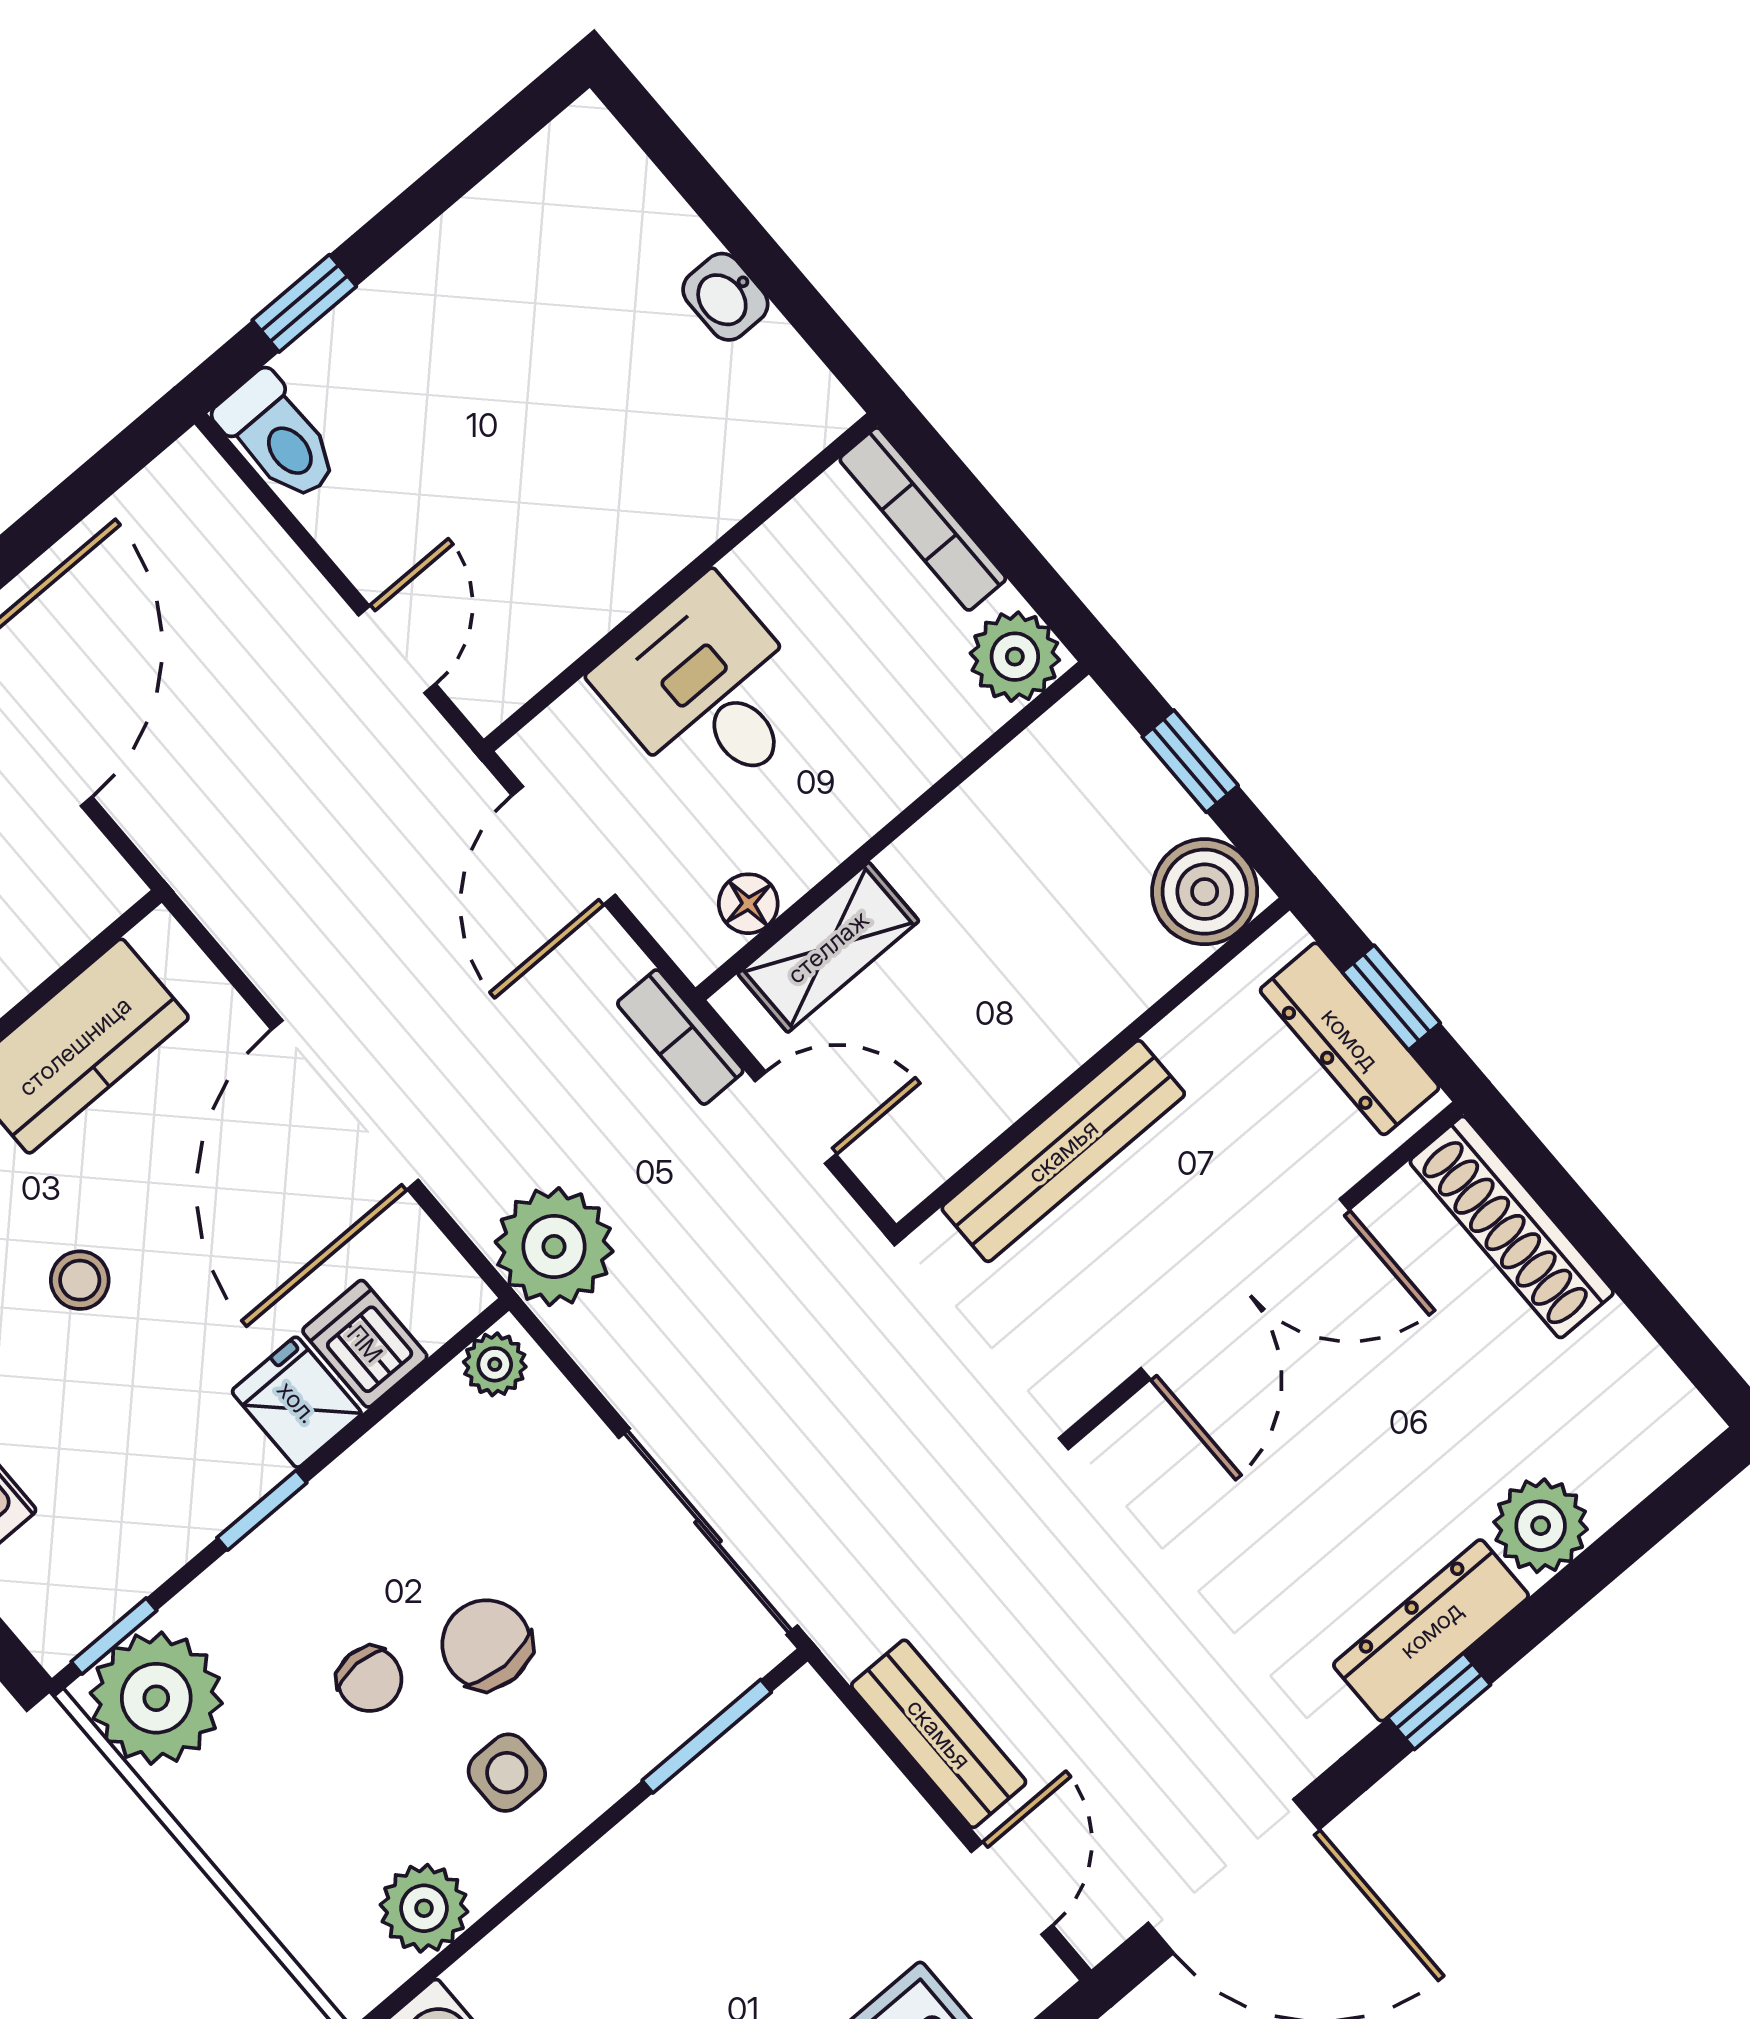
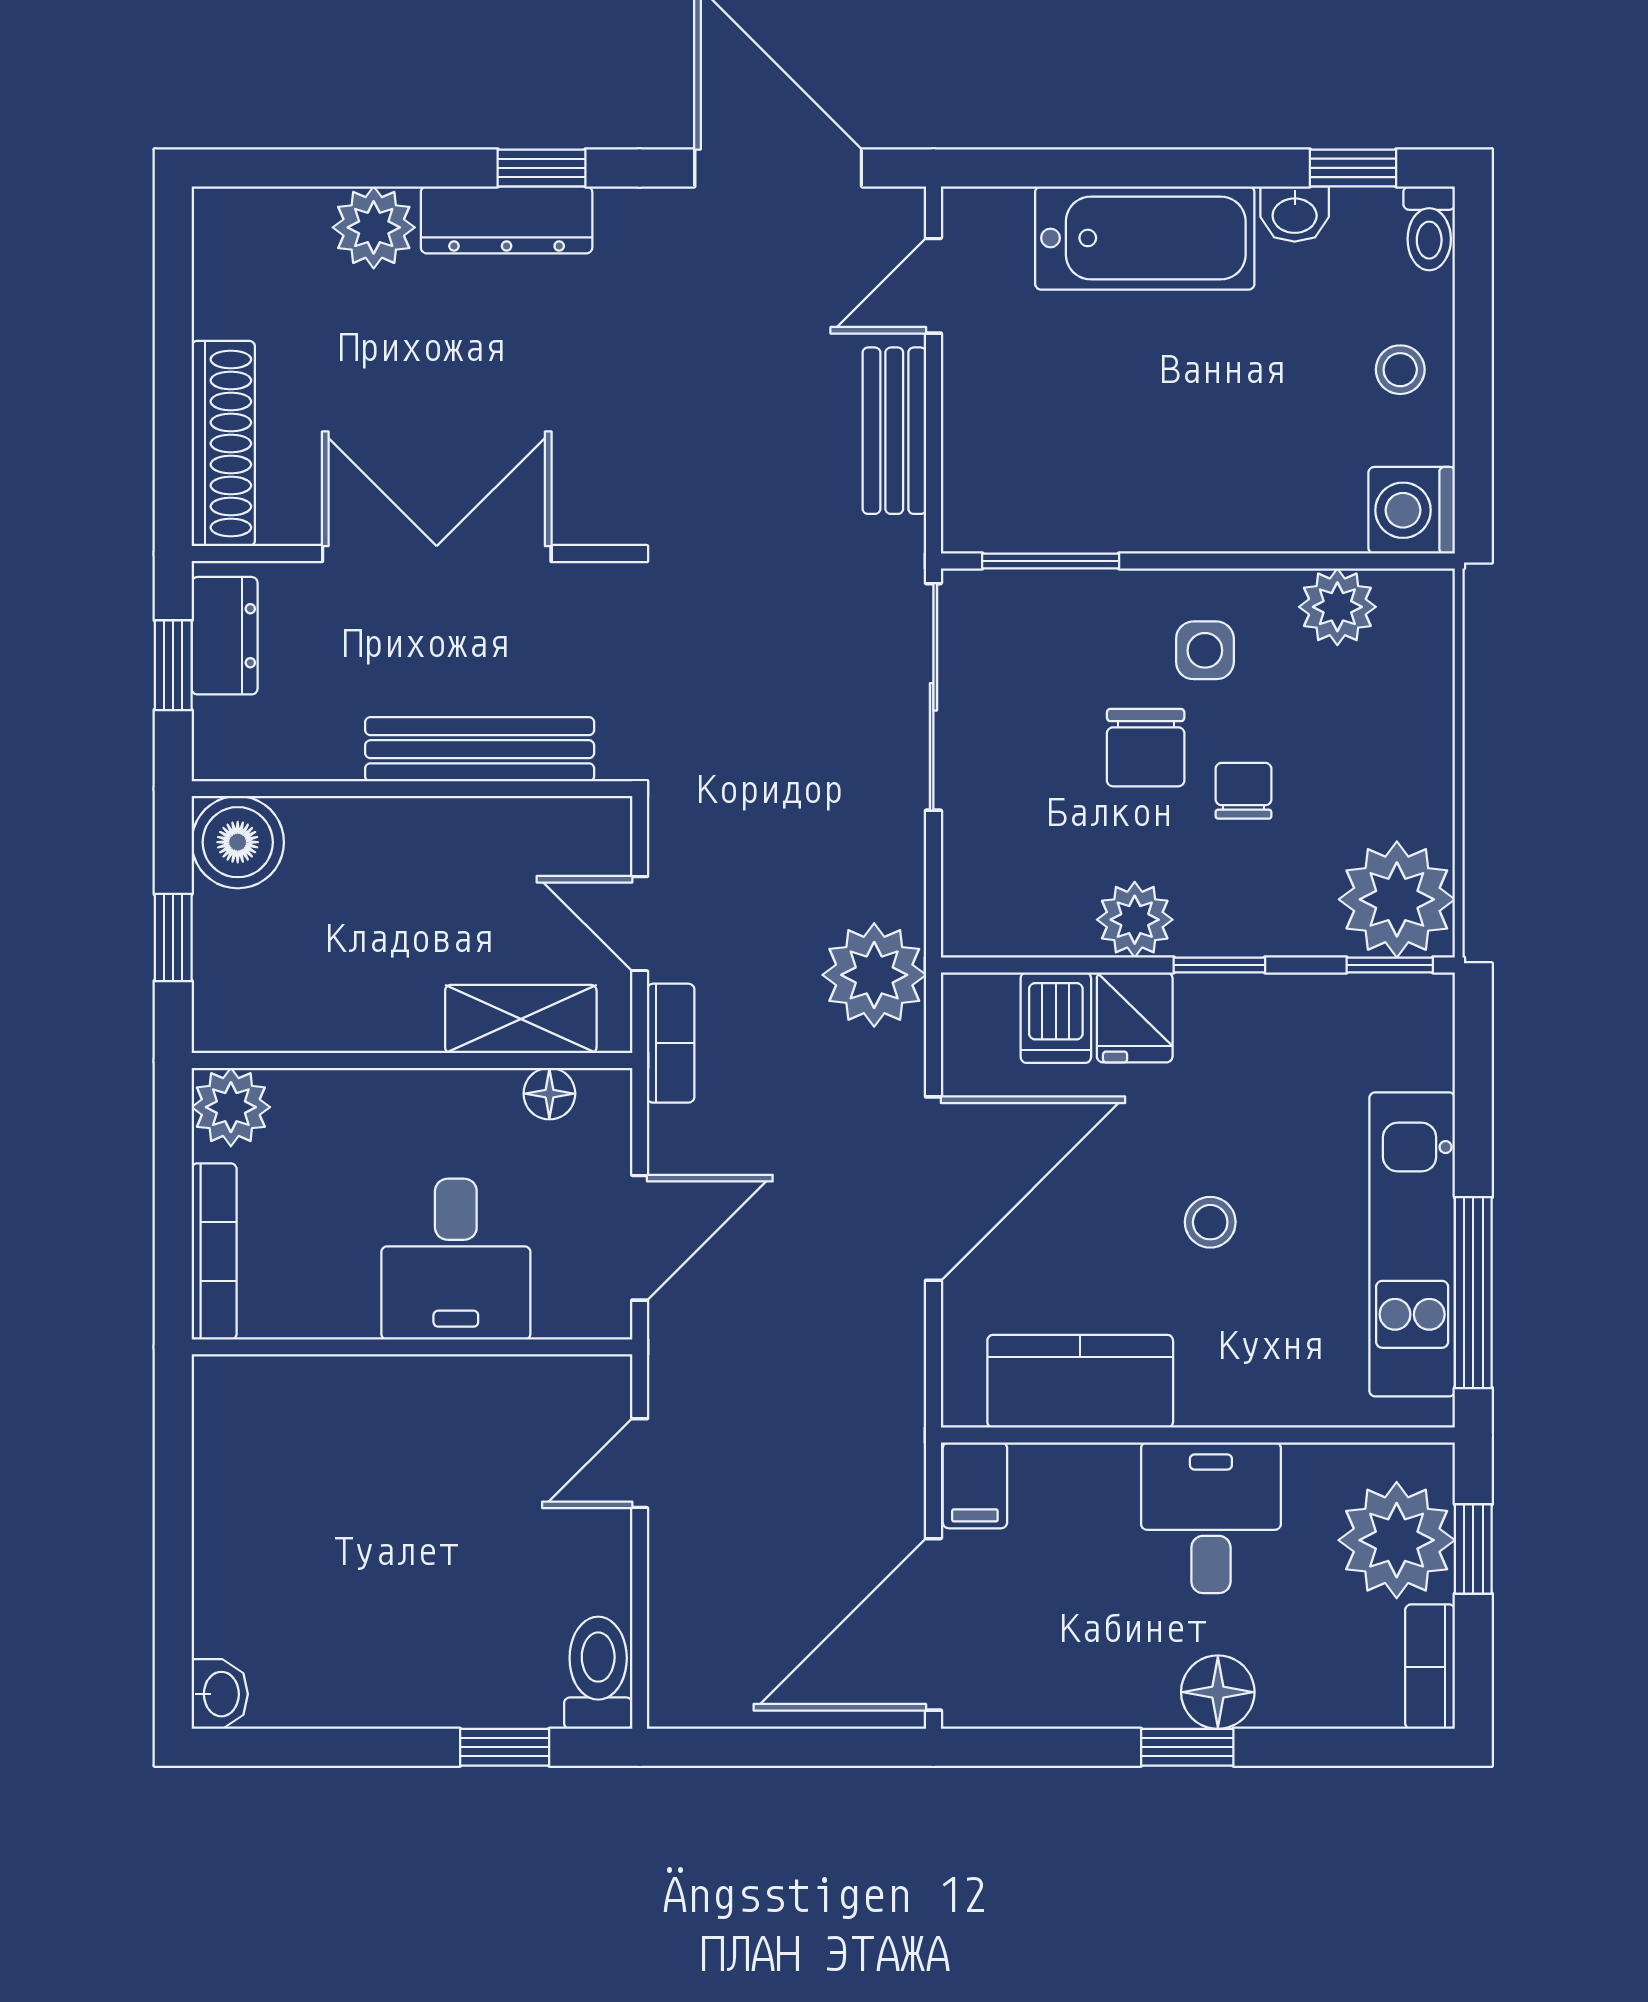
washbasin: (725, 297) -> (220, 1694), moved
filing cabinet: (90, 878) -> (975, 1485), added
dresser: (1350, 1039) -> (225, 636), width x0.70
plant: (495, 1364) -> (1135, 920), moved, width x1.38, depth x1.38

